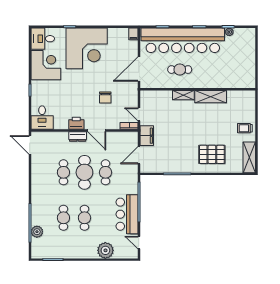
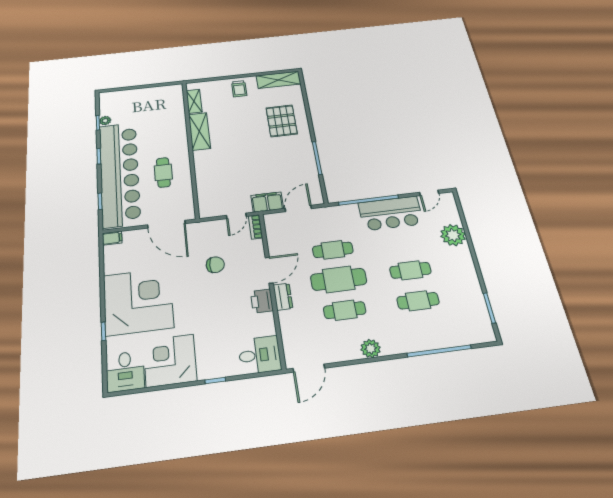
shelving: (183, 95) -> (194, 101), moved
door: (139, 155) -> (298, 208), swing flipped
plant: (37, 232) -> (371, 349), moved

